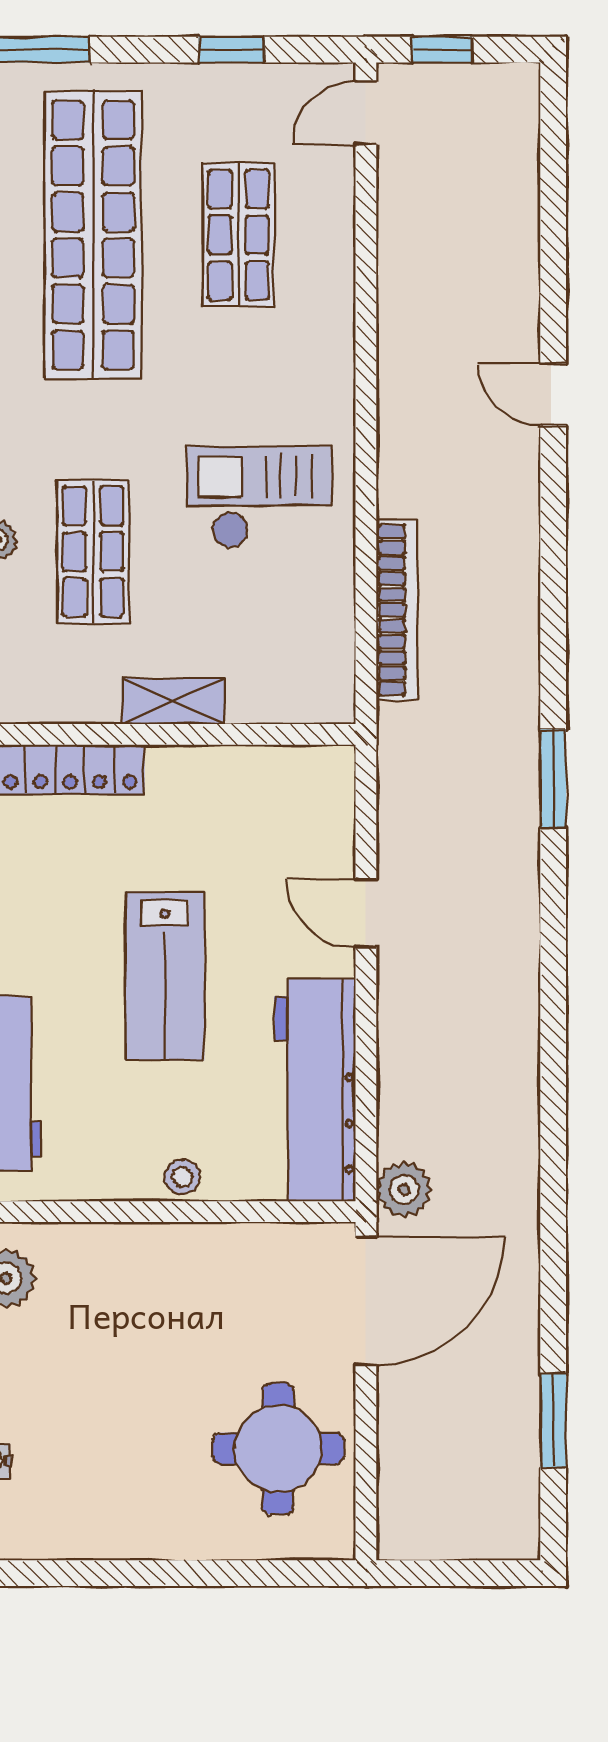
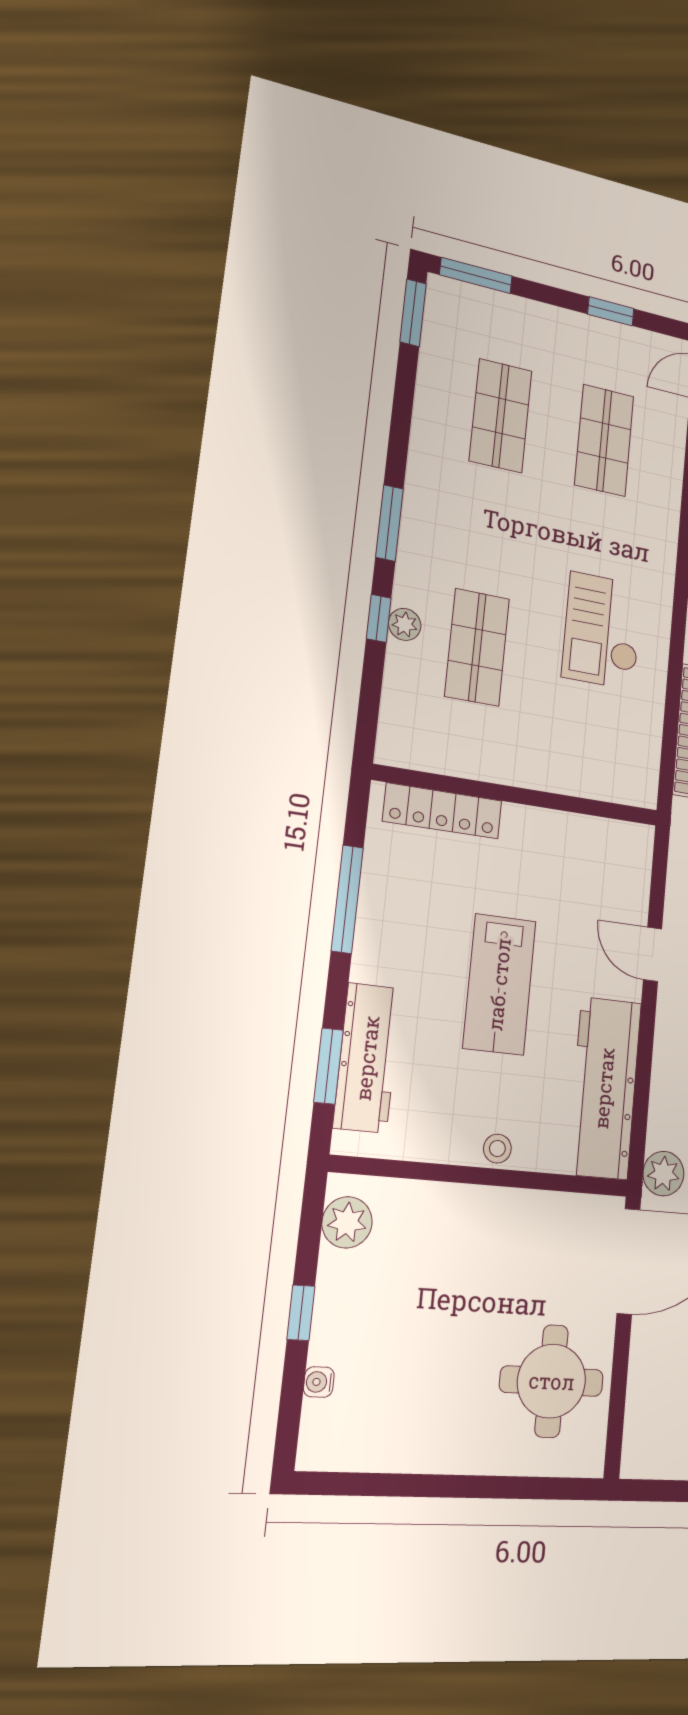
shop shelf: (93, 235) -> (501, 416), width x0.50, depth x0.74
checkout: (259, 497) -> (602, 631), turned -90
shelving: (173, 701) -> (526, 771), removed

